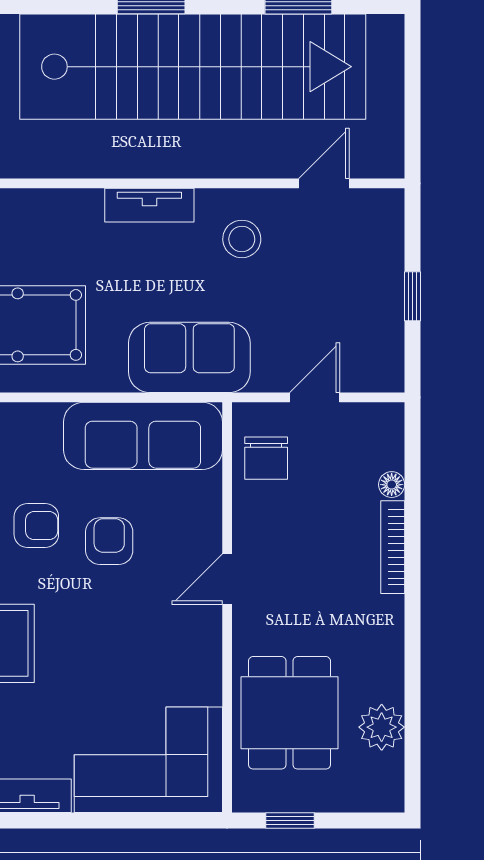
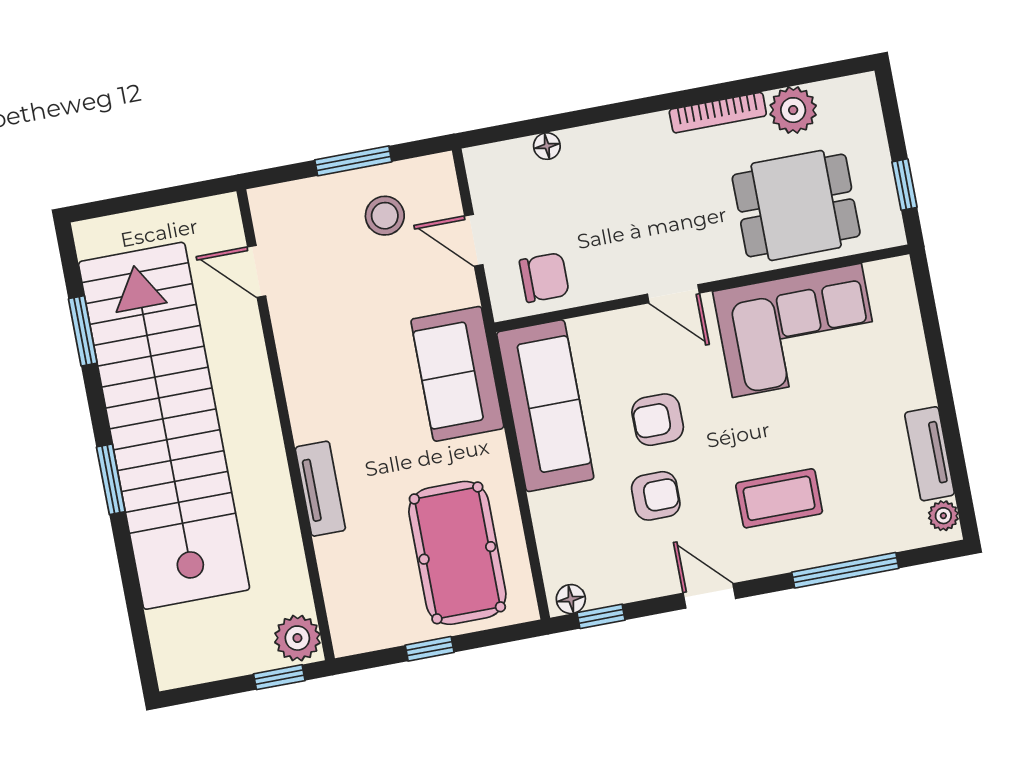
tv unit: (149, 205) -> (320, 489), moved
stool: (242, 239) -> (385, 216), moved
window: (413, 296) -> (353, 161), width x1.50
armchair: (36, 526) -> (656, 496), turned 90
bookcase: (393, 547) -> (718, 113), moved
corner sofa: (148, 760) -> (797, 330), moved, turned -90

